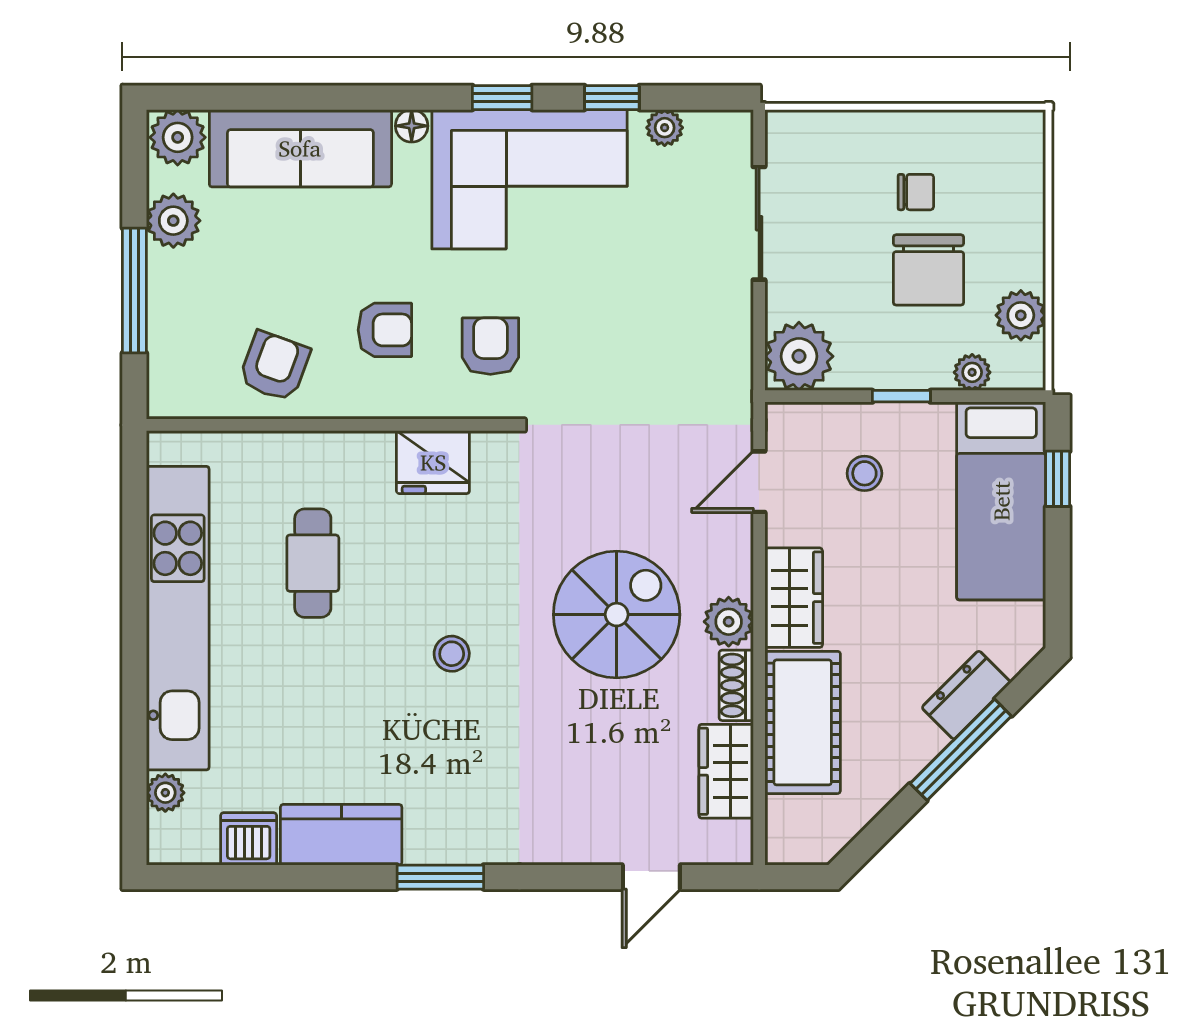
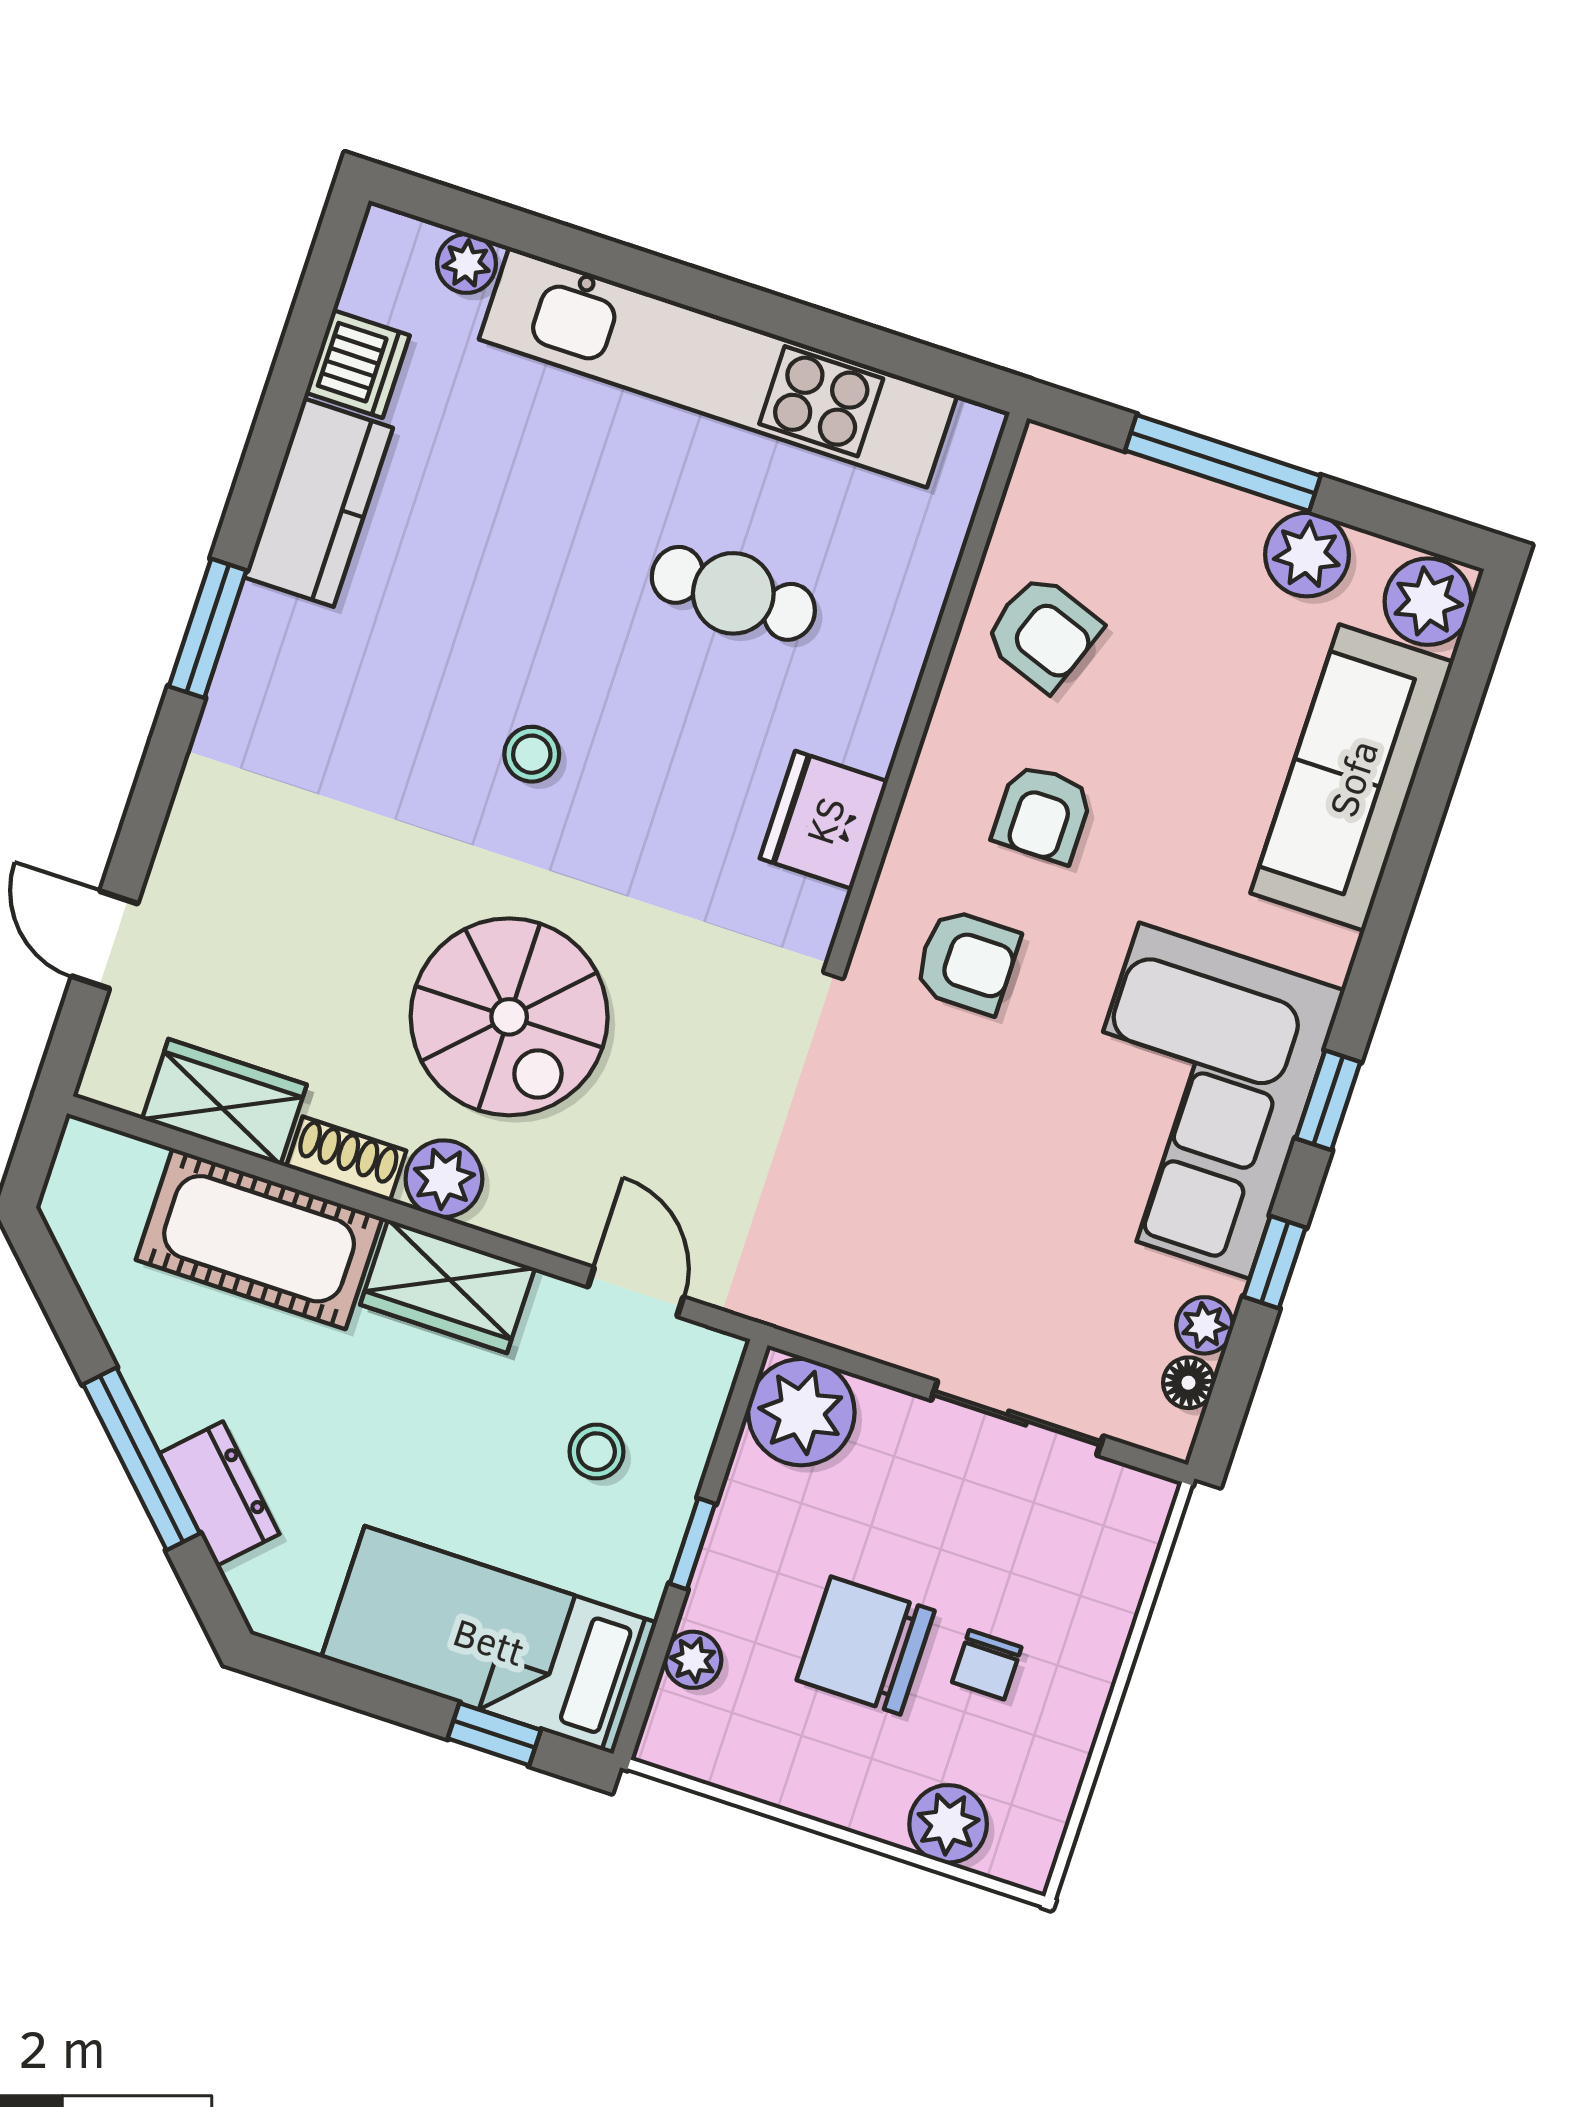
floor lamp: (412, 126) -> (1188, 1383), moved
plant: (1021, 315) -> (948, 1824), moved

